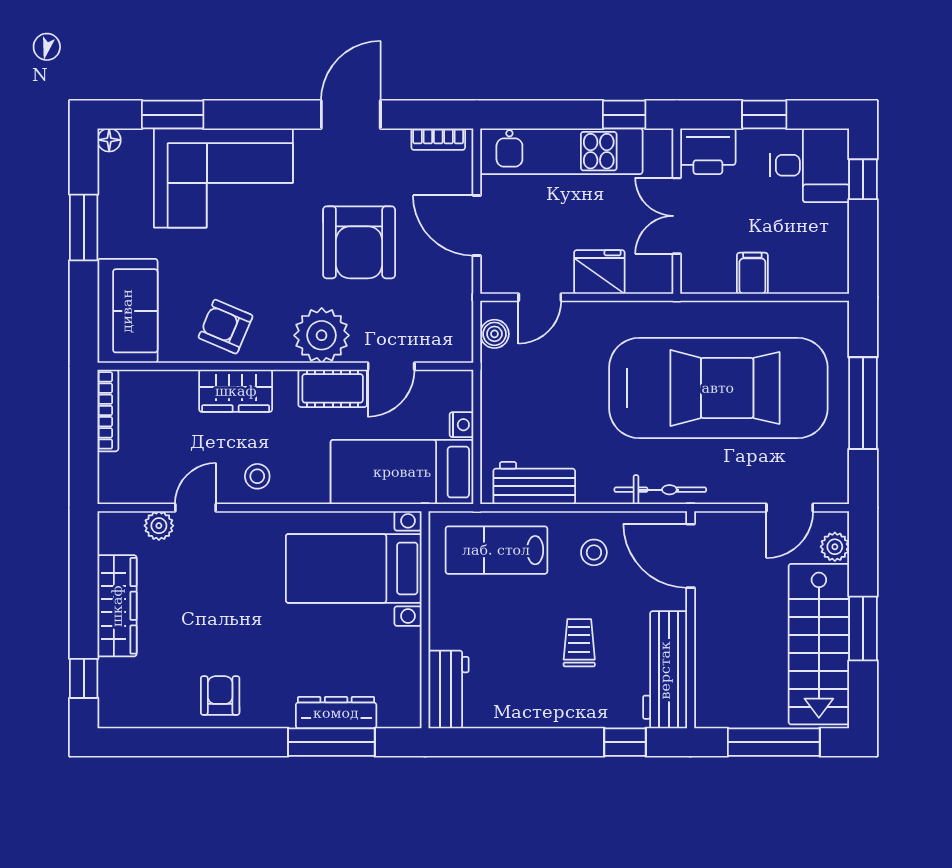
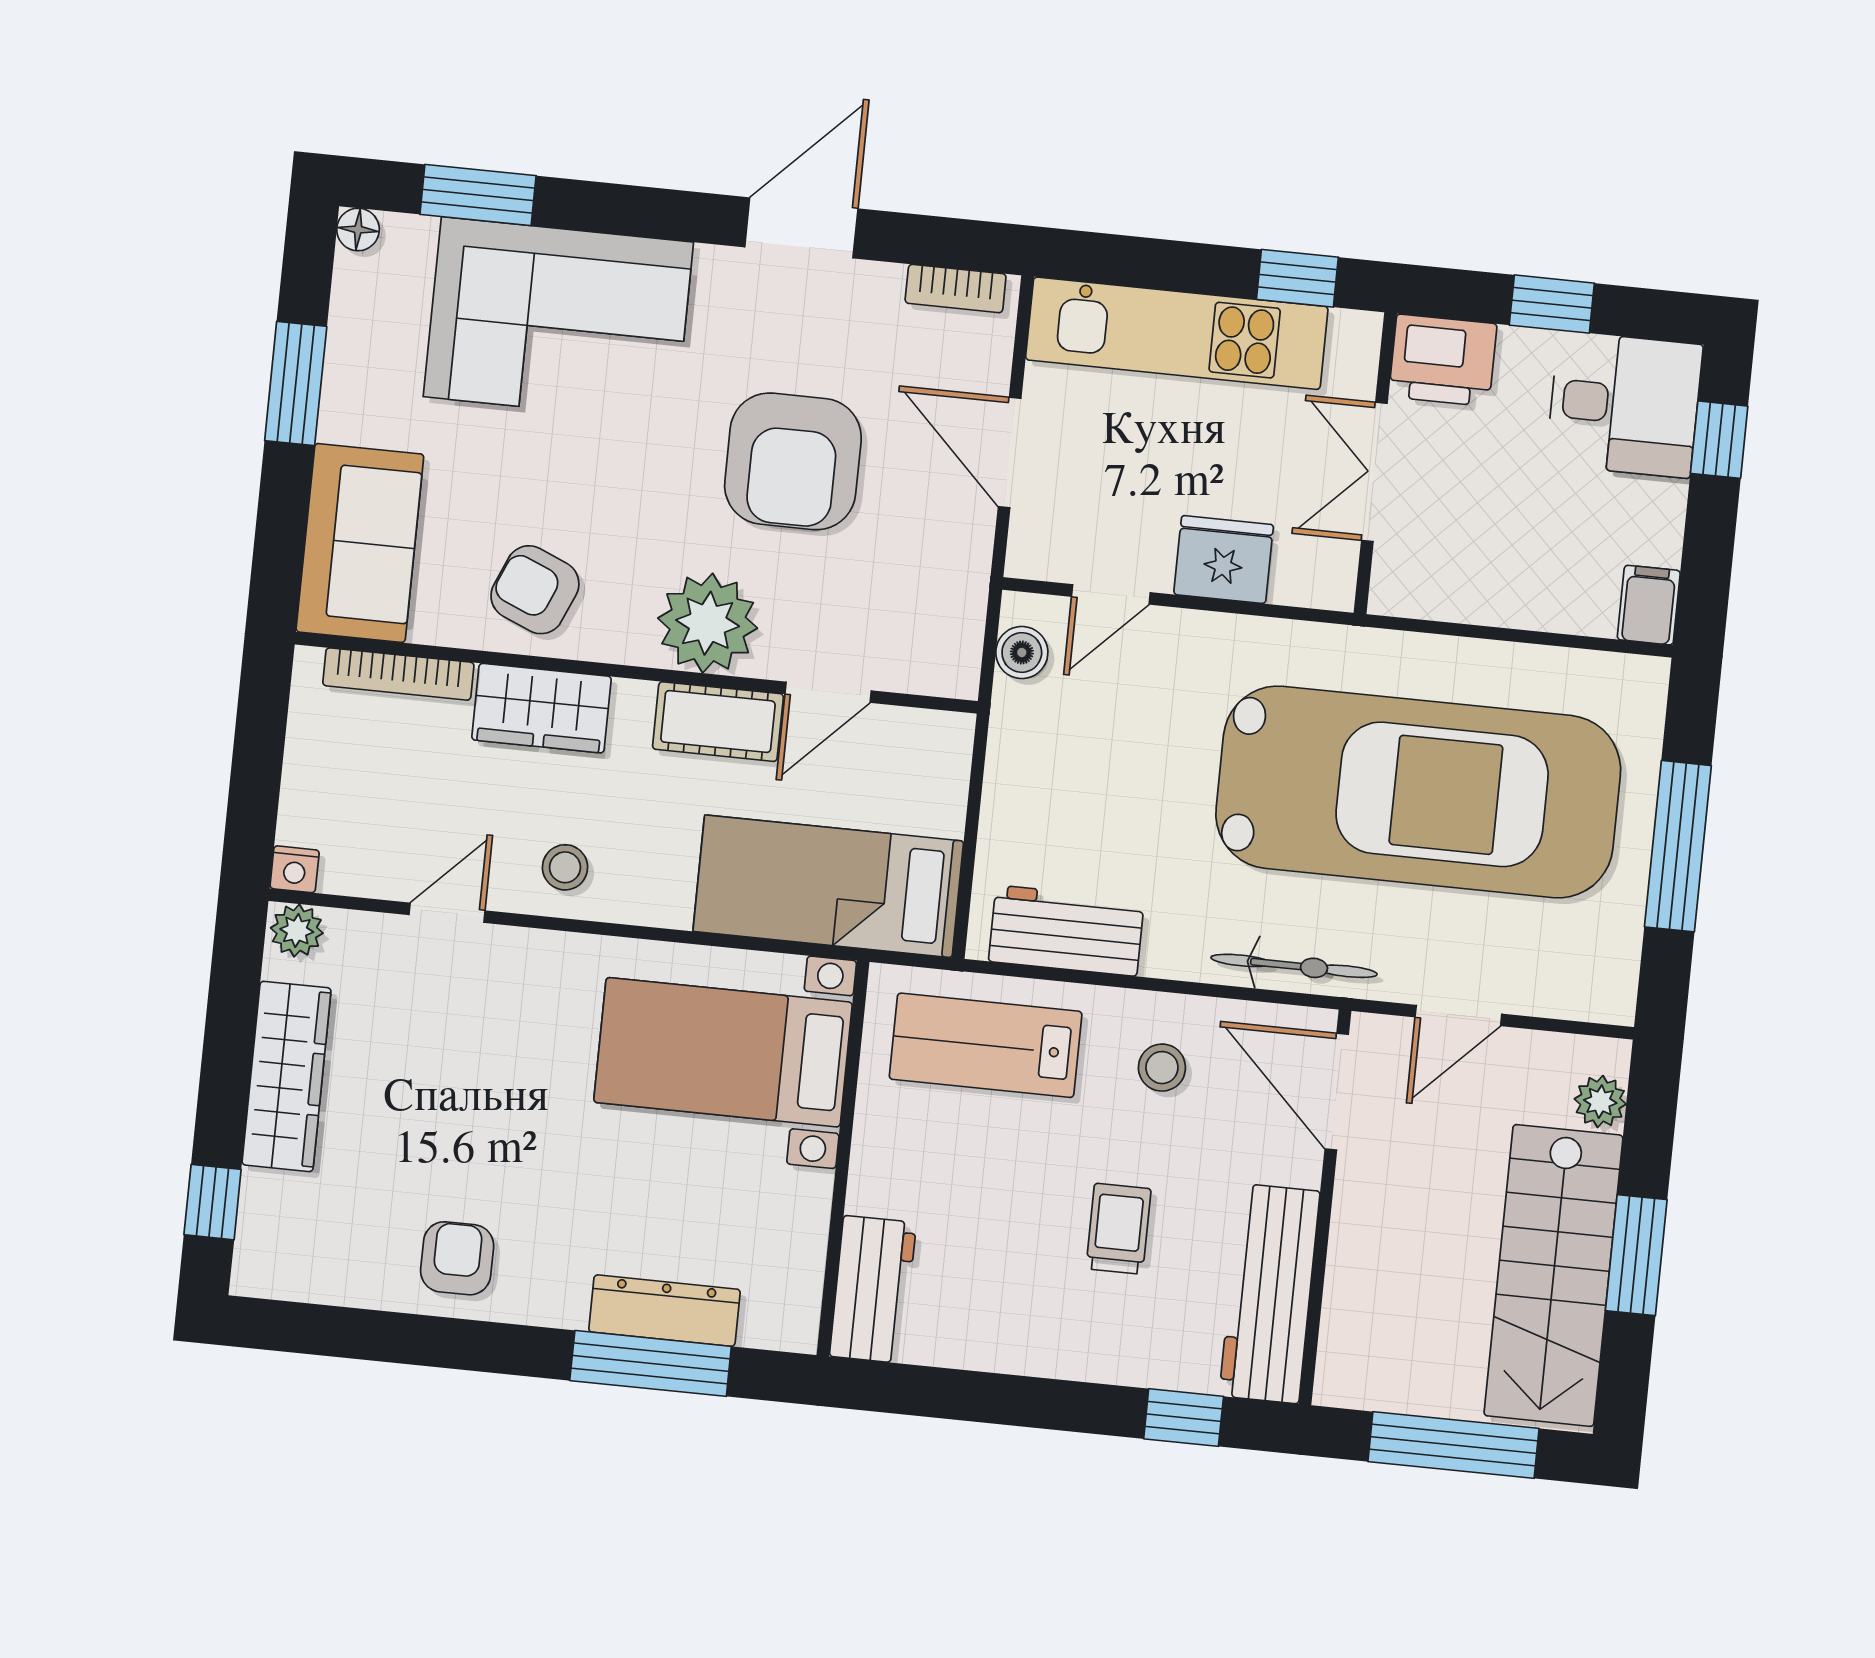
filing cabinet: (752, 273) -> (1649, 605), moved
bookcase: (108, 410) -> (398, 674), moved, turned 90
nightstand: (461, 425) -> (295, 869), moved, turned 90
door: (790, 508) -> (1458, 1015), moved
plant: (159, 526) -> (297, 931), moved

